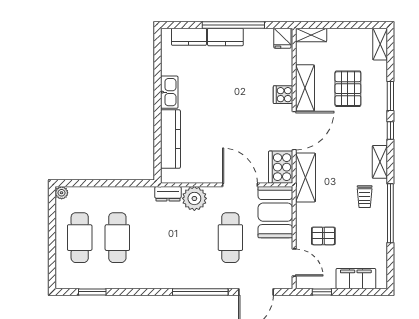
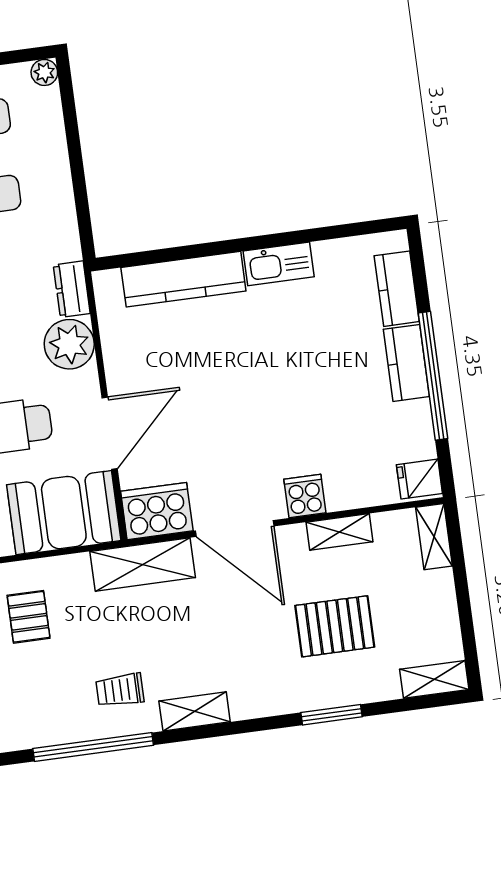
shelving: (305, 88) -> (340, 532), width x0.67, depth x0.75
window: (390, 131) -> (261, 724), removed

